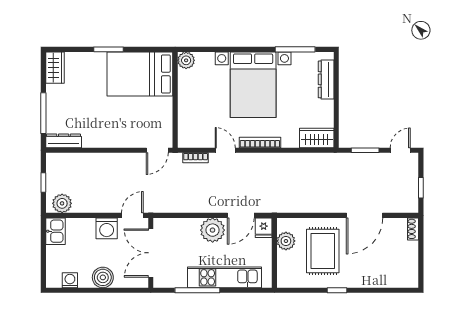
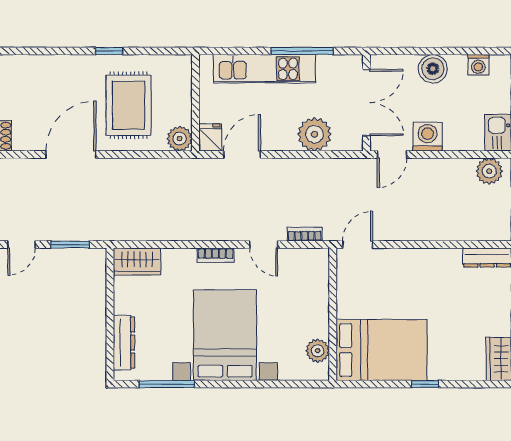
window: (108, 49) -> (425, 384), width x0.67
plant: (186, 60) -> (318, 351), moved
bookcase: (260, 143) -> (215, 255), width x0.64
plant: (213, 230) -> (314, 134), moved
plant: (286, 241) -> (180, 139), moved

